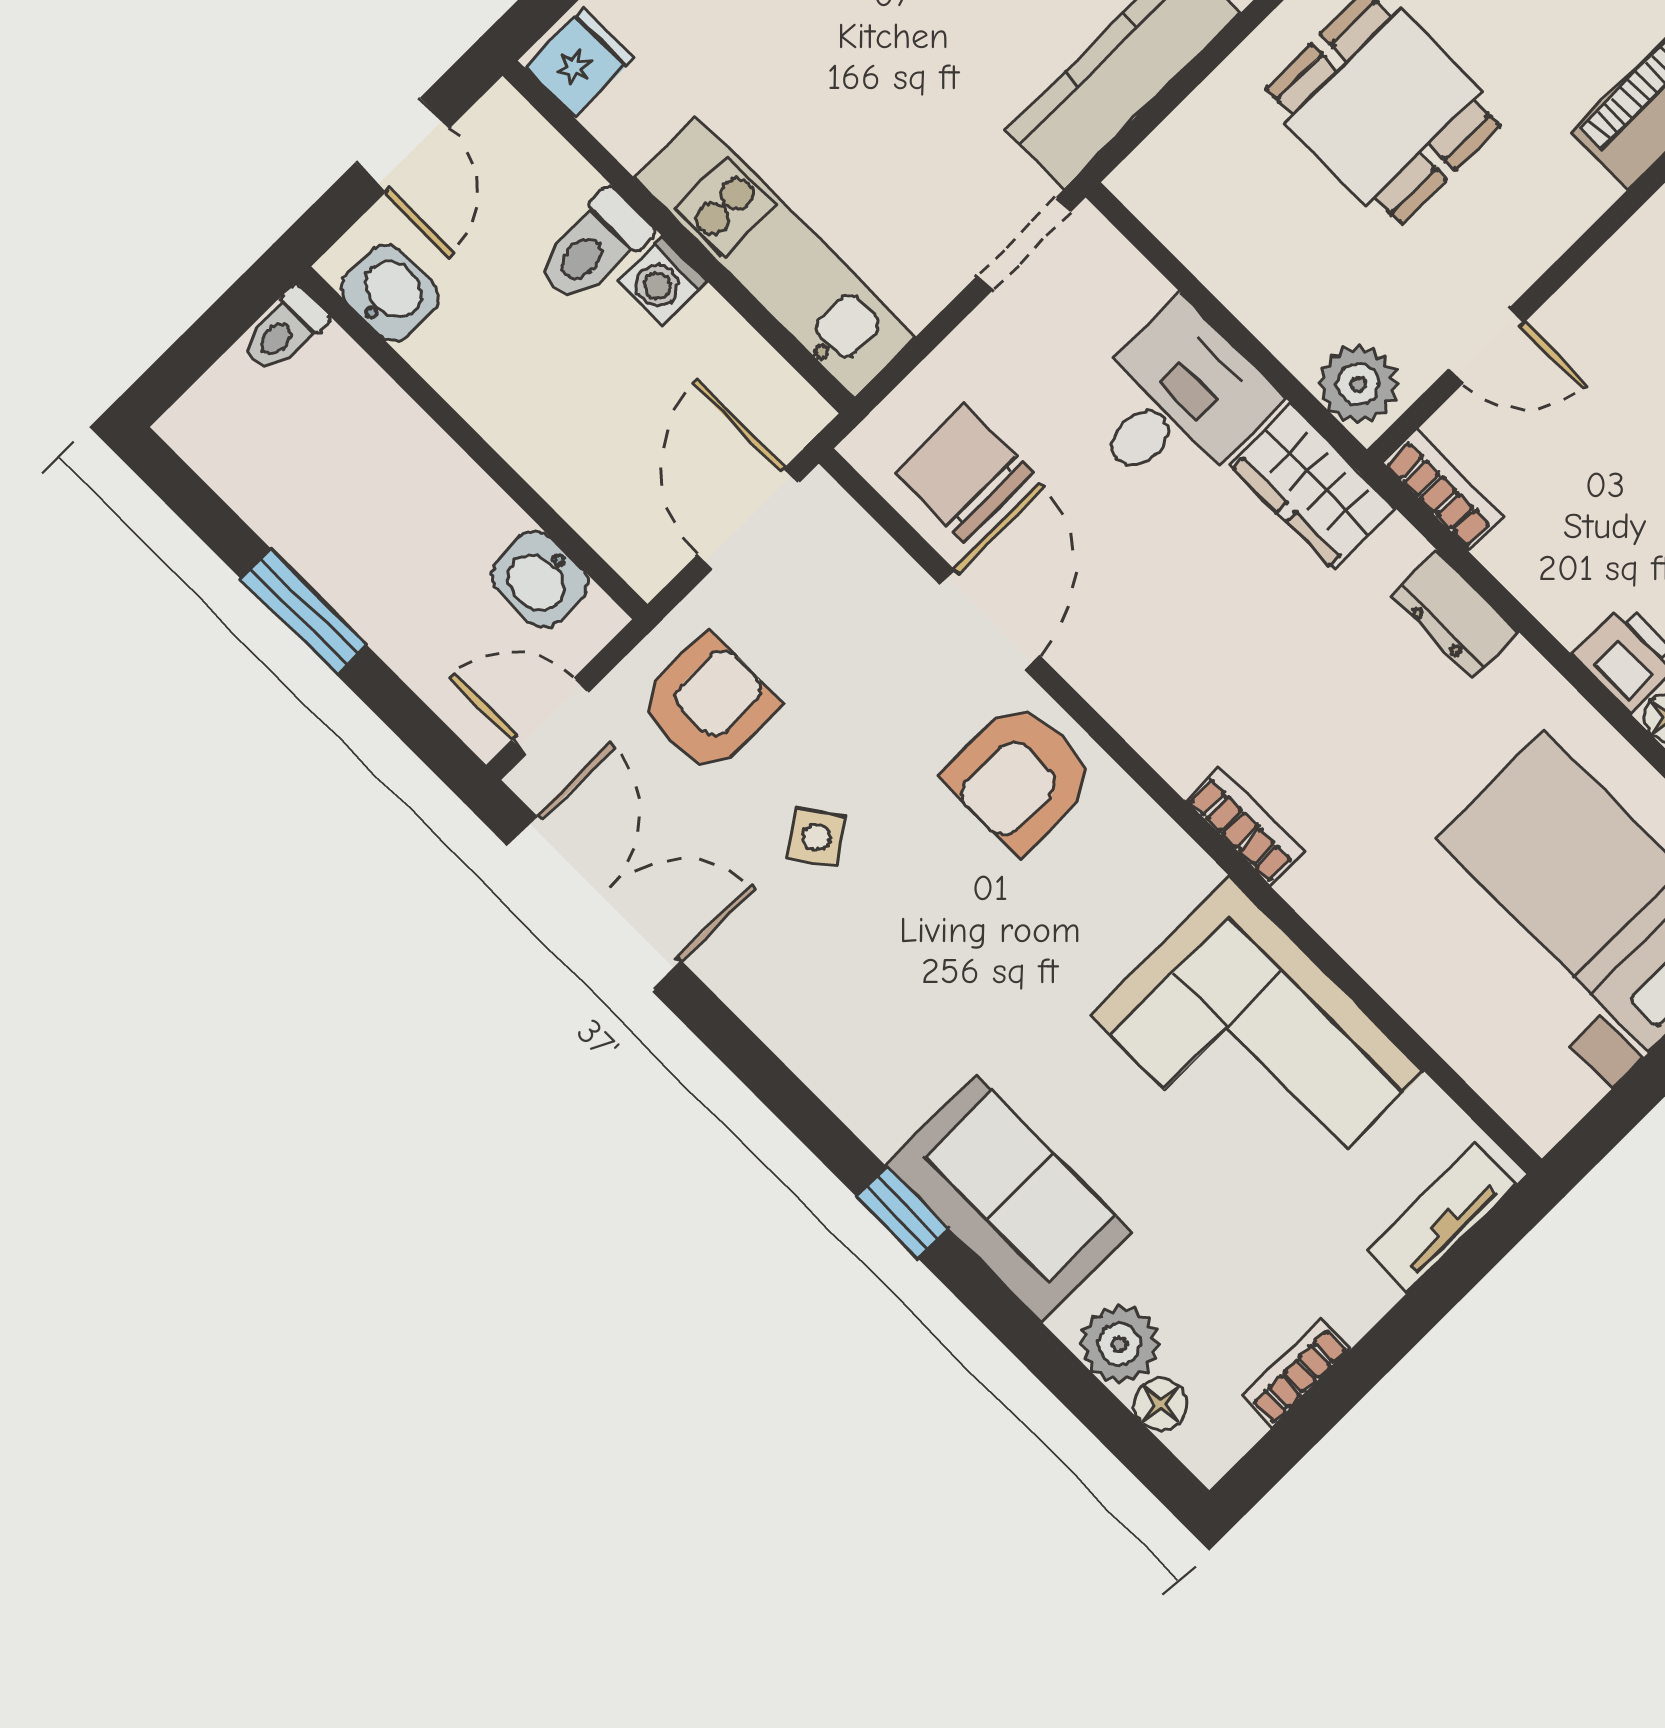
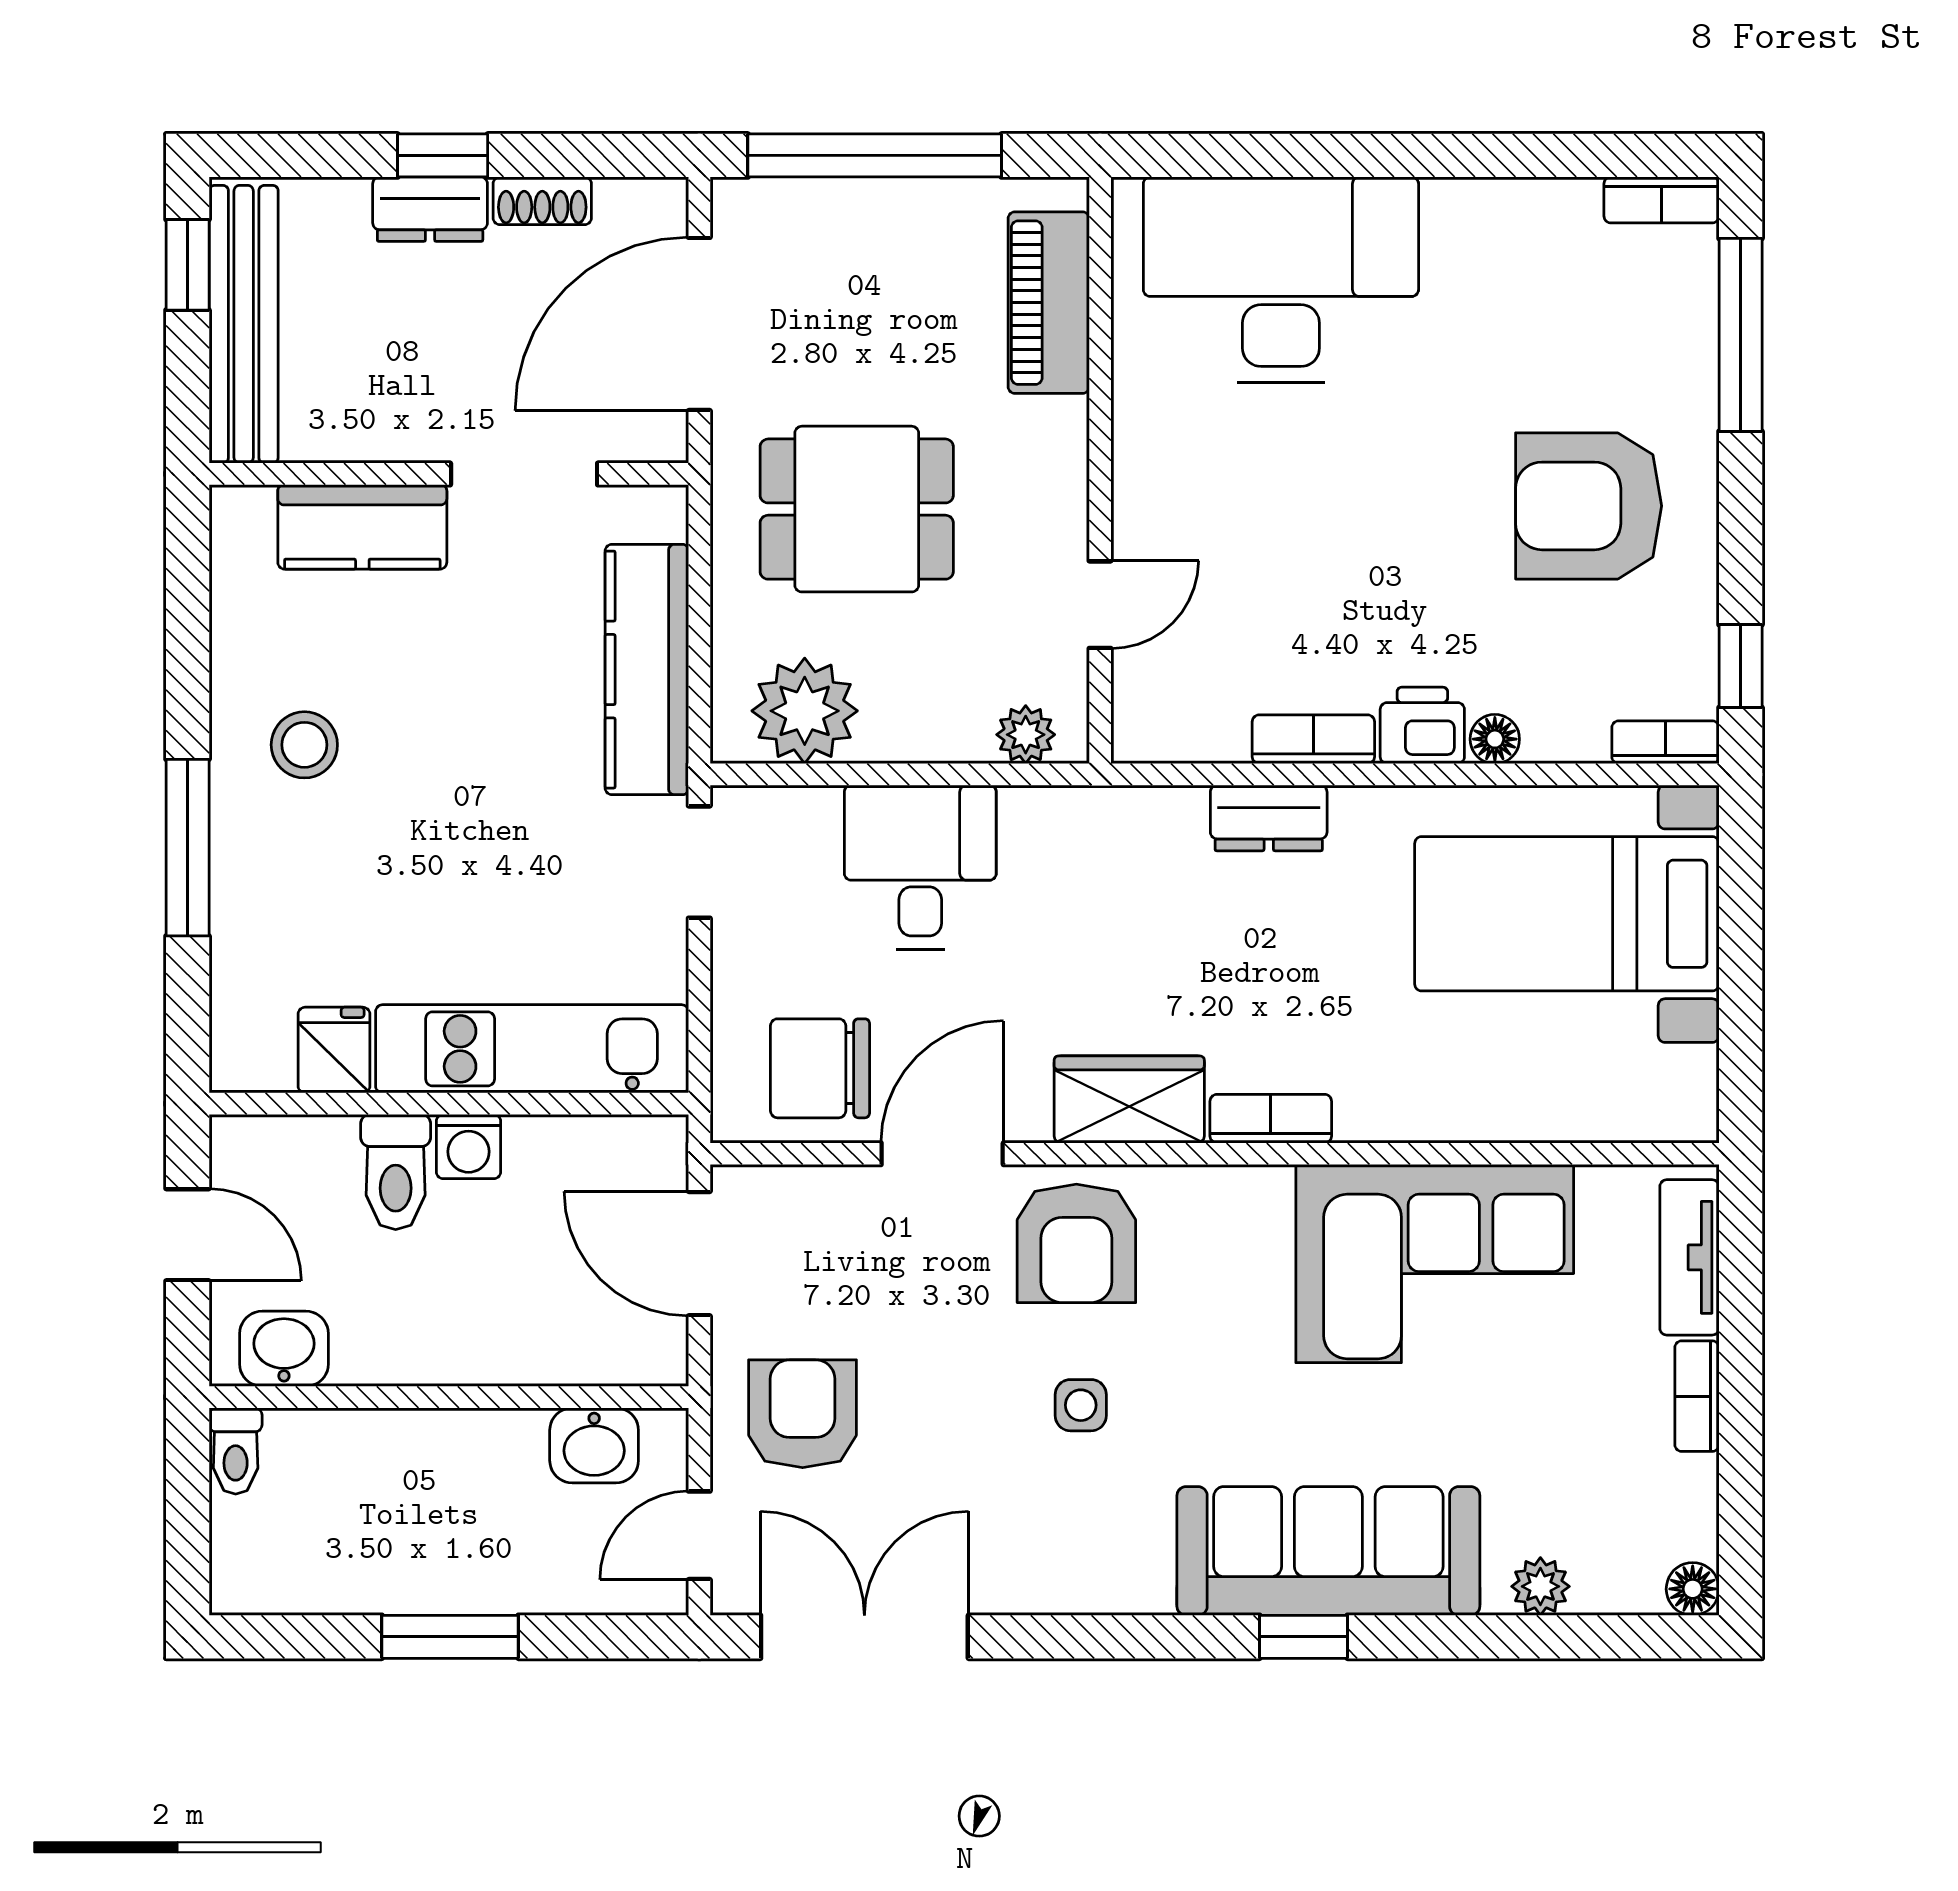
fridge: (580, 62) -> (334, 1050), moved
plant: (1205, 212) -> (805, 711), added
plant: (1358, 384) -> (1026, 735), width x0.73, depth x0.73
wardrobe: (1313, 486) -> (1129, 1099), moved, turned 180
bookcase: (1442, 490) -> (1313, 739), moved
door: (989, 619) -> (942, 1154), hinge flipped
side table: (817, 838) -> (1081, 1405), moved, turned 35
sofa: (1009, 1198) -> (1328, 1551), width x1.36
plant: (1120, 1344) -> (1540, 1586), width x0.73, depth x0.73
bookcase: (1296, 1373) -> (1697, 1396), moved
floor lamp: (1161, 1404) -> (1693, 1589), moved

